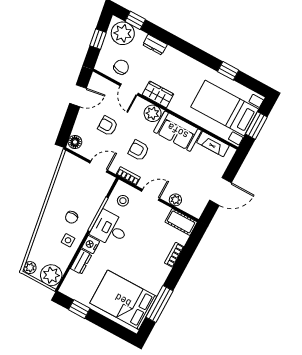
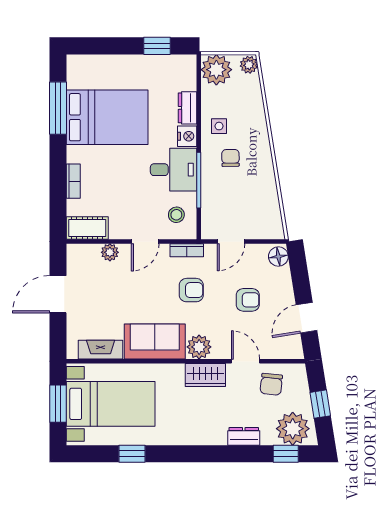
bed: (123, 300) -> (107, 117), moved

